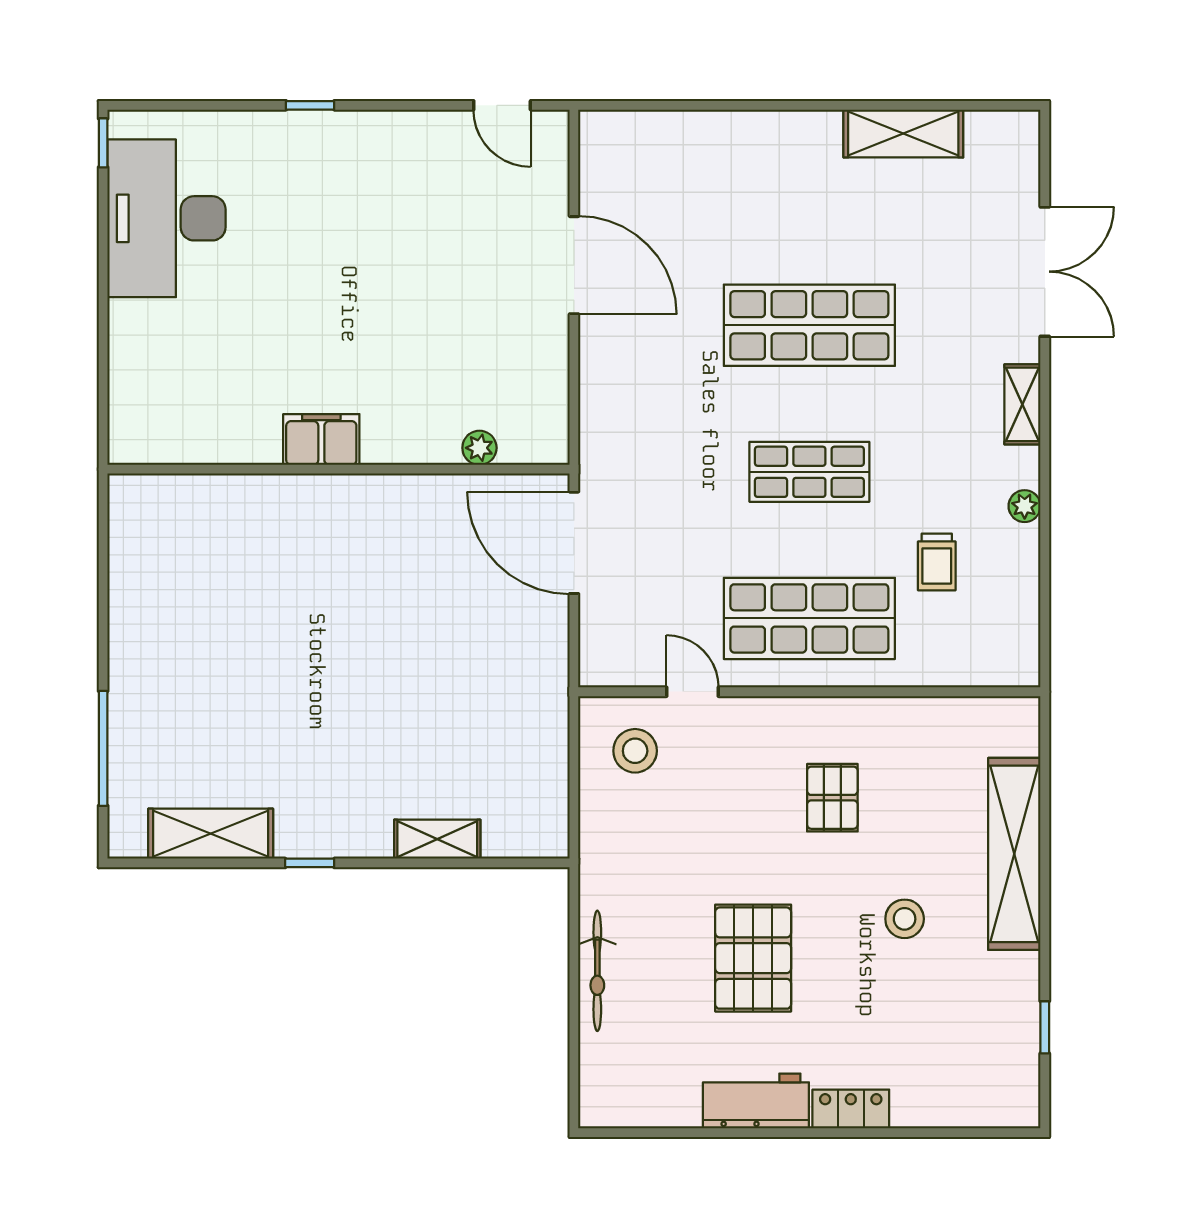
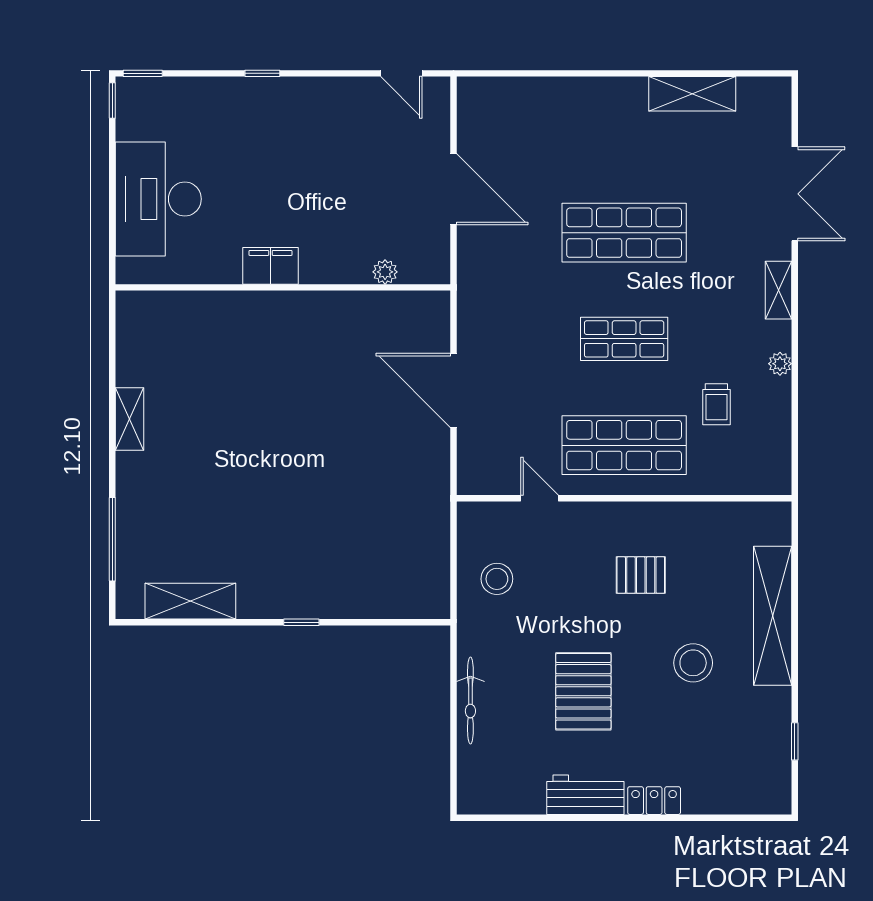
window: (145, 105) -> (143, 73), added
desk: (166, 218) -> (158, 199), moved
filing cabinet: (321, 439) -> (270, 266), moved
plant: (479, 448) -> (385, 272), moved
wall: (339, 469) -> (283, 287), moved
stool: (635, 751) -> (497, 579), moved
pallet: (832, 798) -> (641, 575), turned 90
shelving: (437, 839) -> (130, 419), moved, turned 90
window: (310, 863) -> (301, 622), moved
stool: (905, 919) -> (693, 663), width x1.38, depth x1.38

